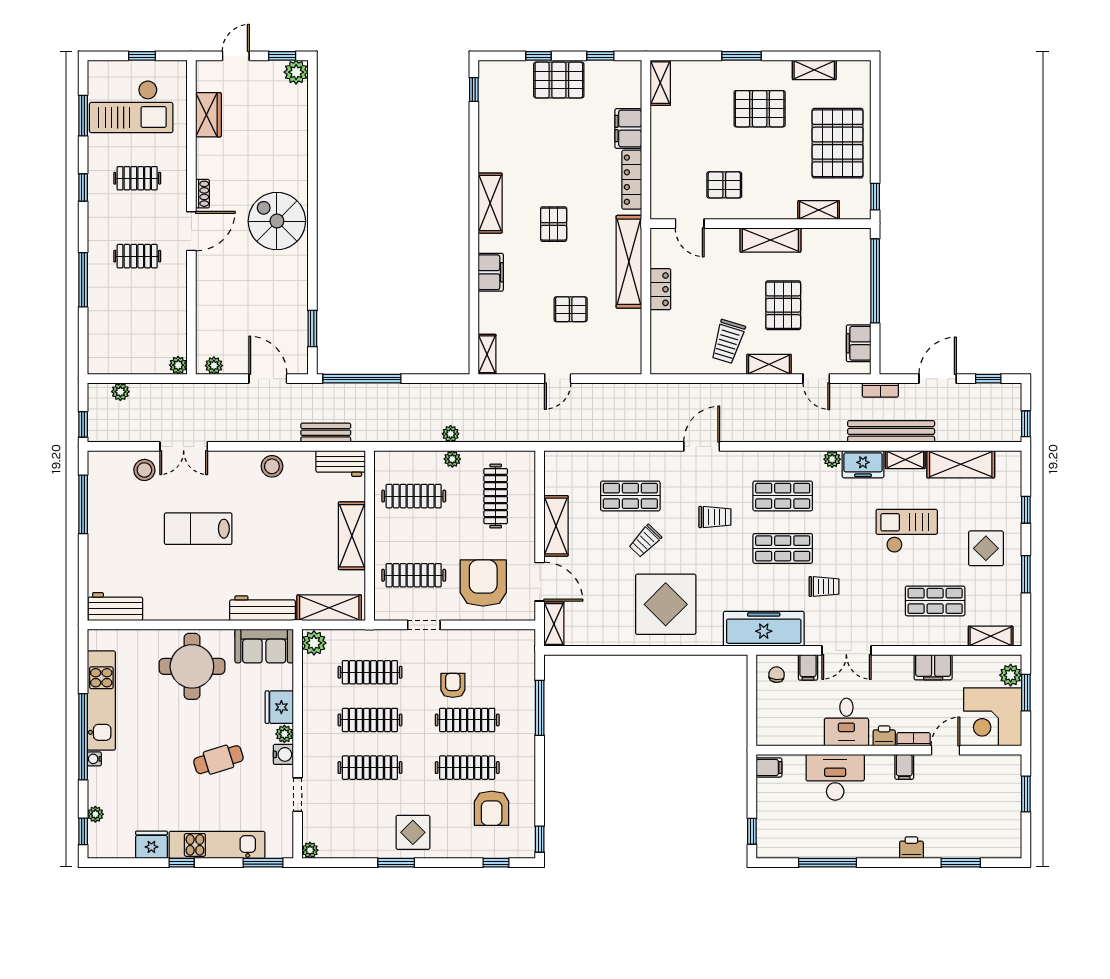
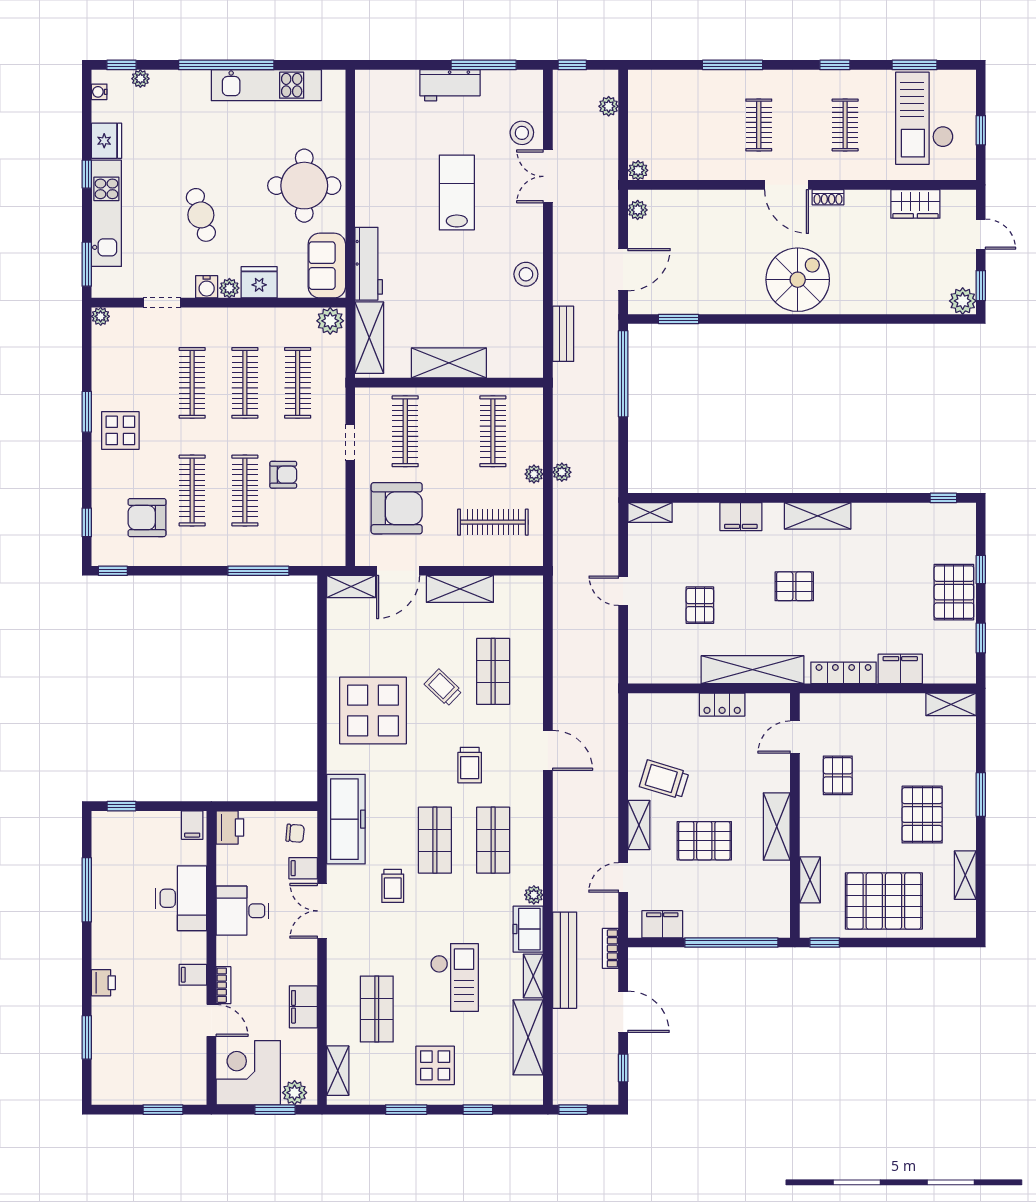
workbench: (341, 464) -> (529, 350), removed
workbench: (115, 607) -> (450, 85), moved, turned 90
printer: (884, 736) -> (230, 827), moved, width x1.36, depth x1.24
water cooler: (94, 759) -> (99, 92), moved, turned -90

